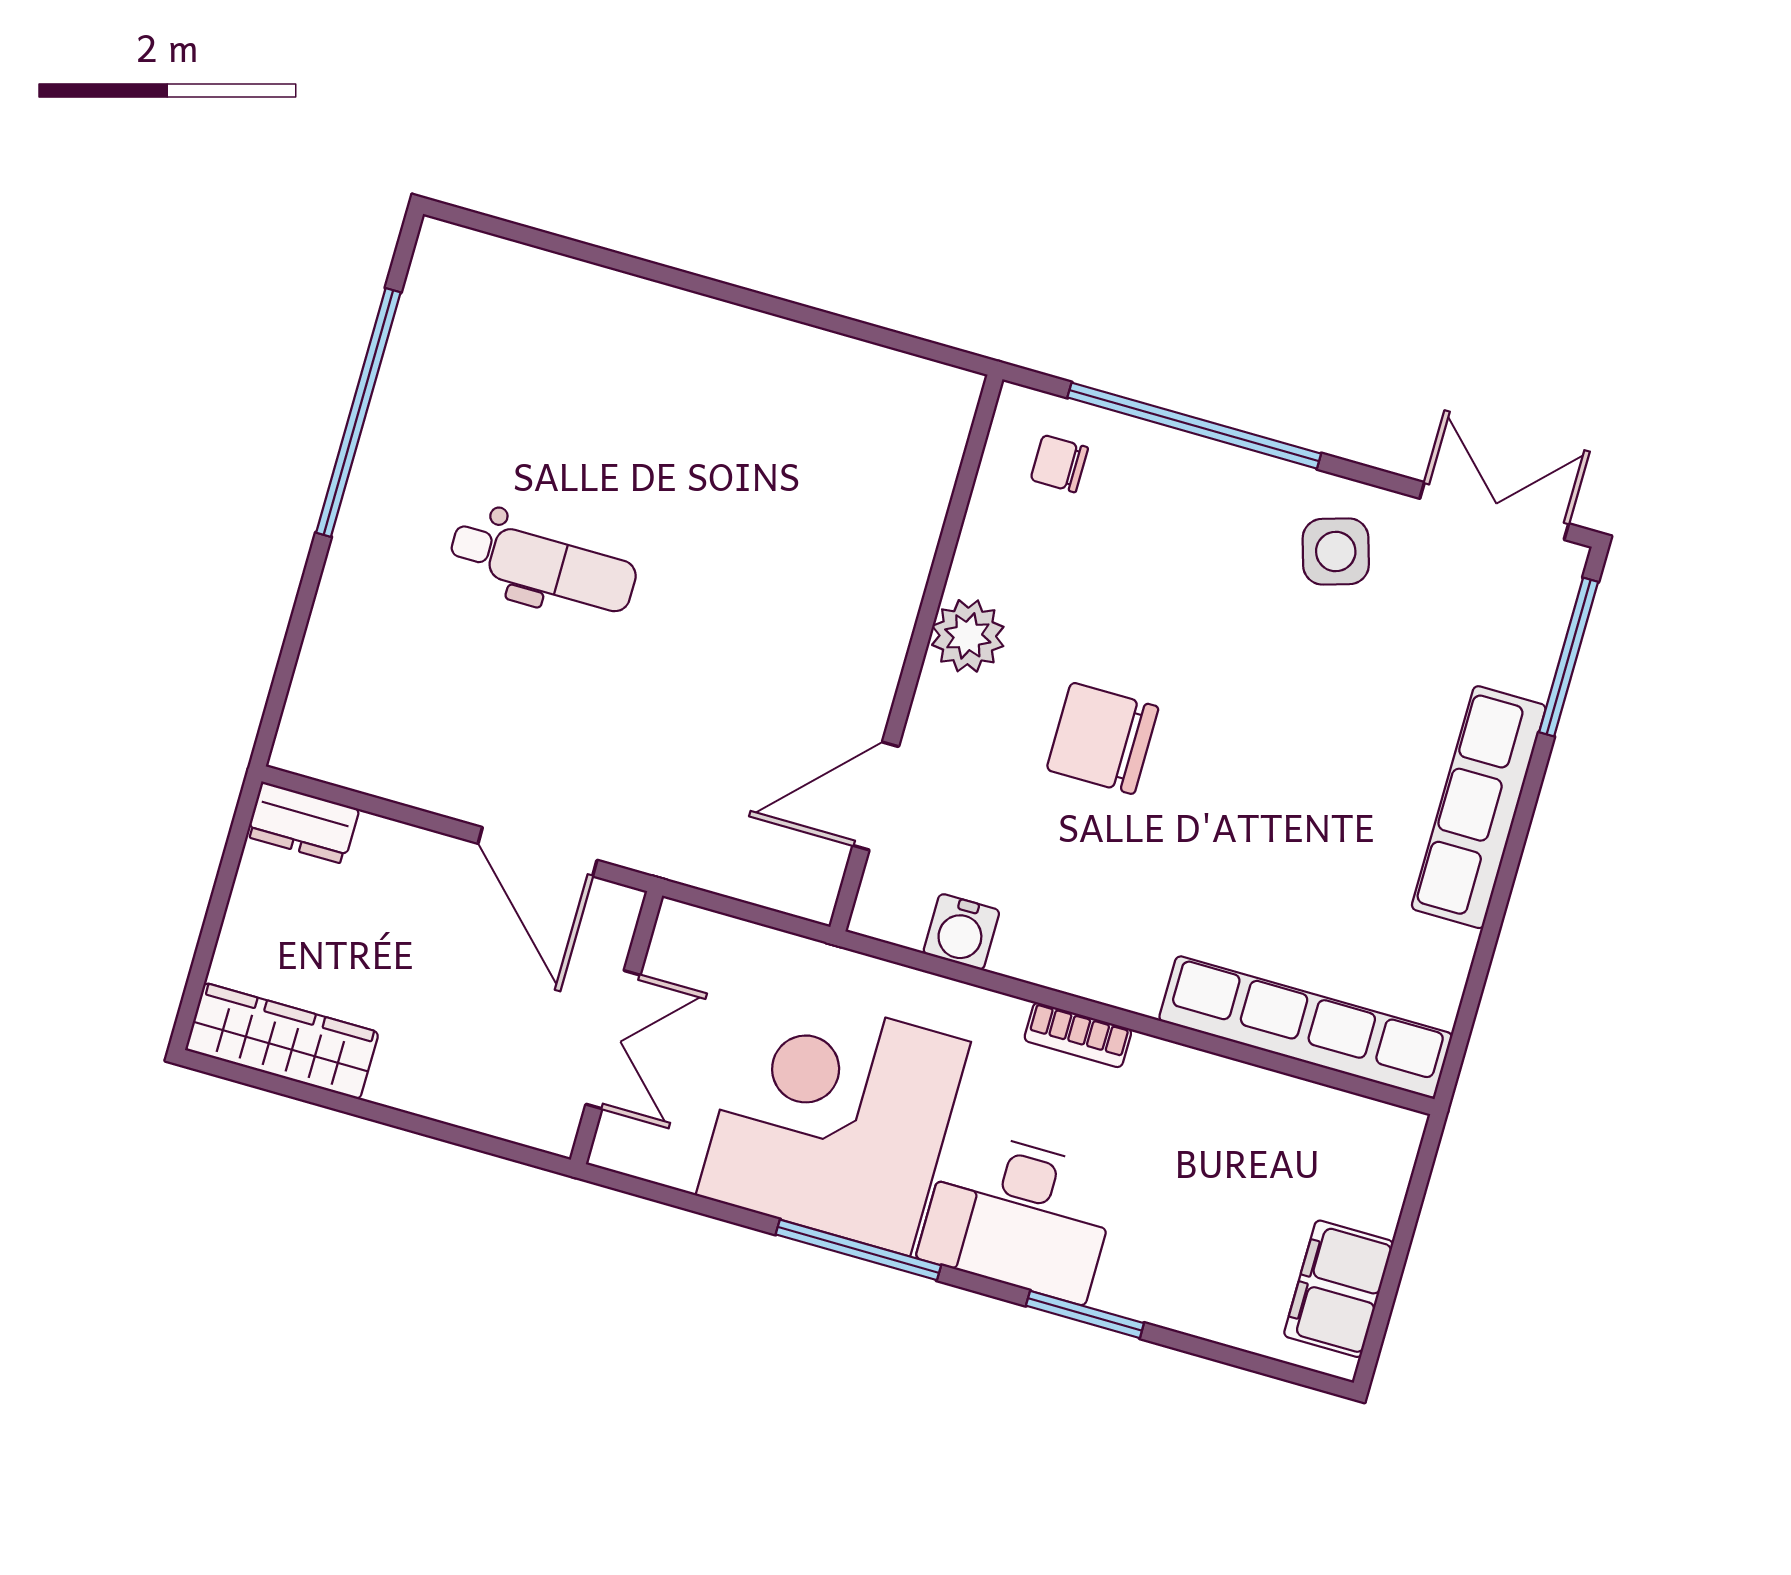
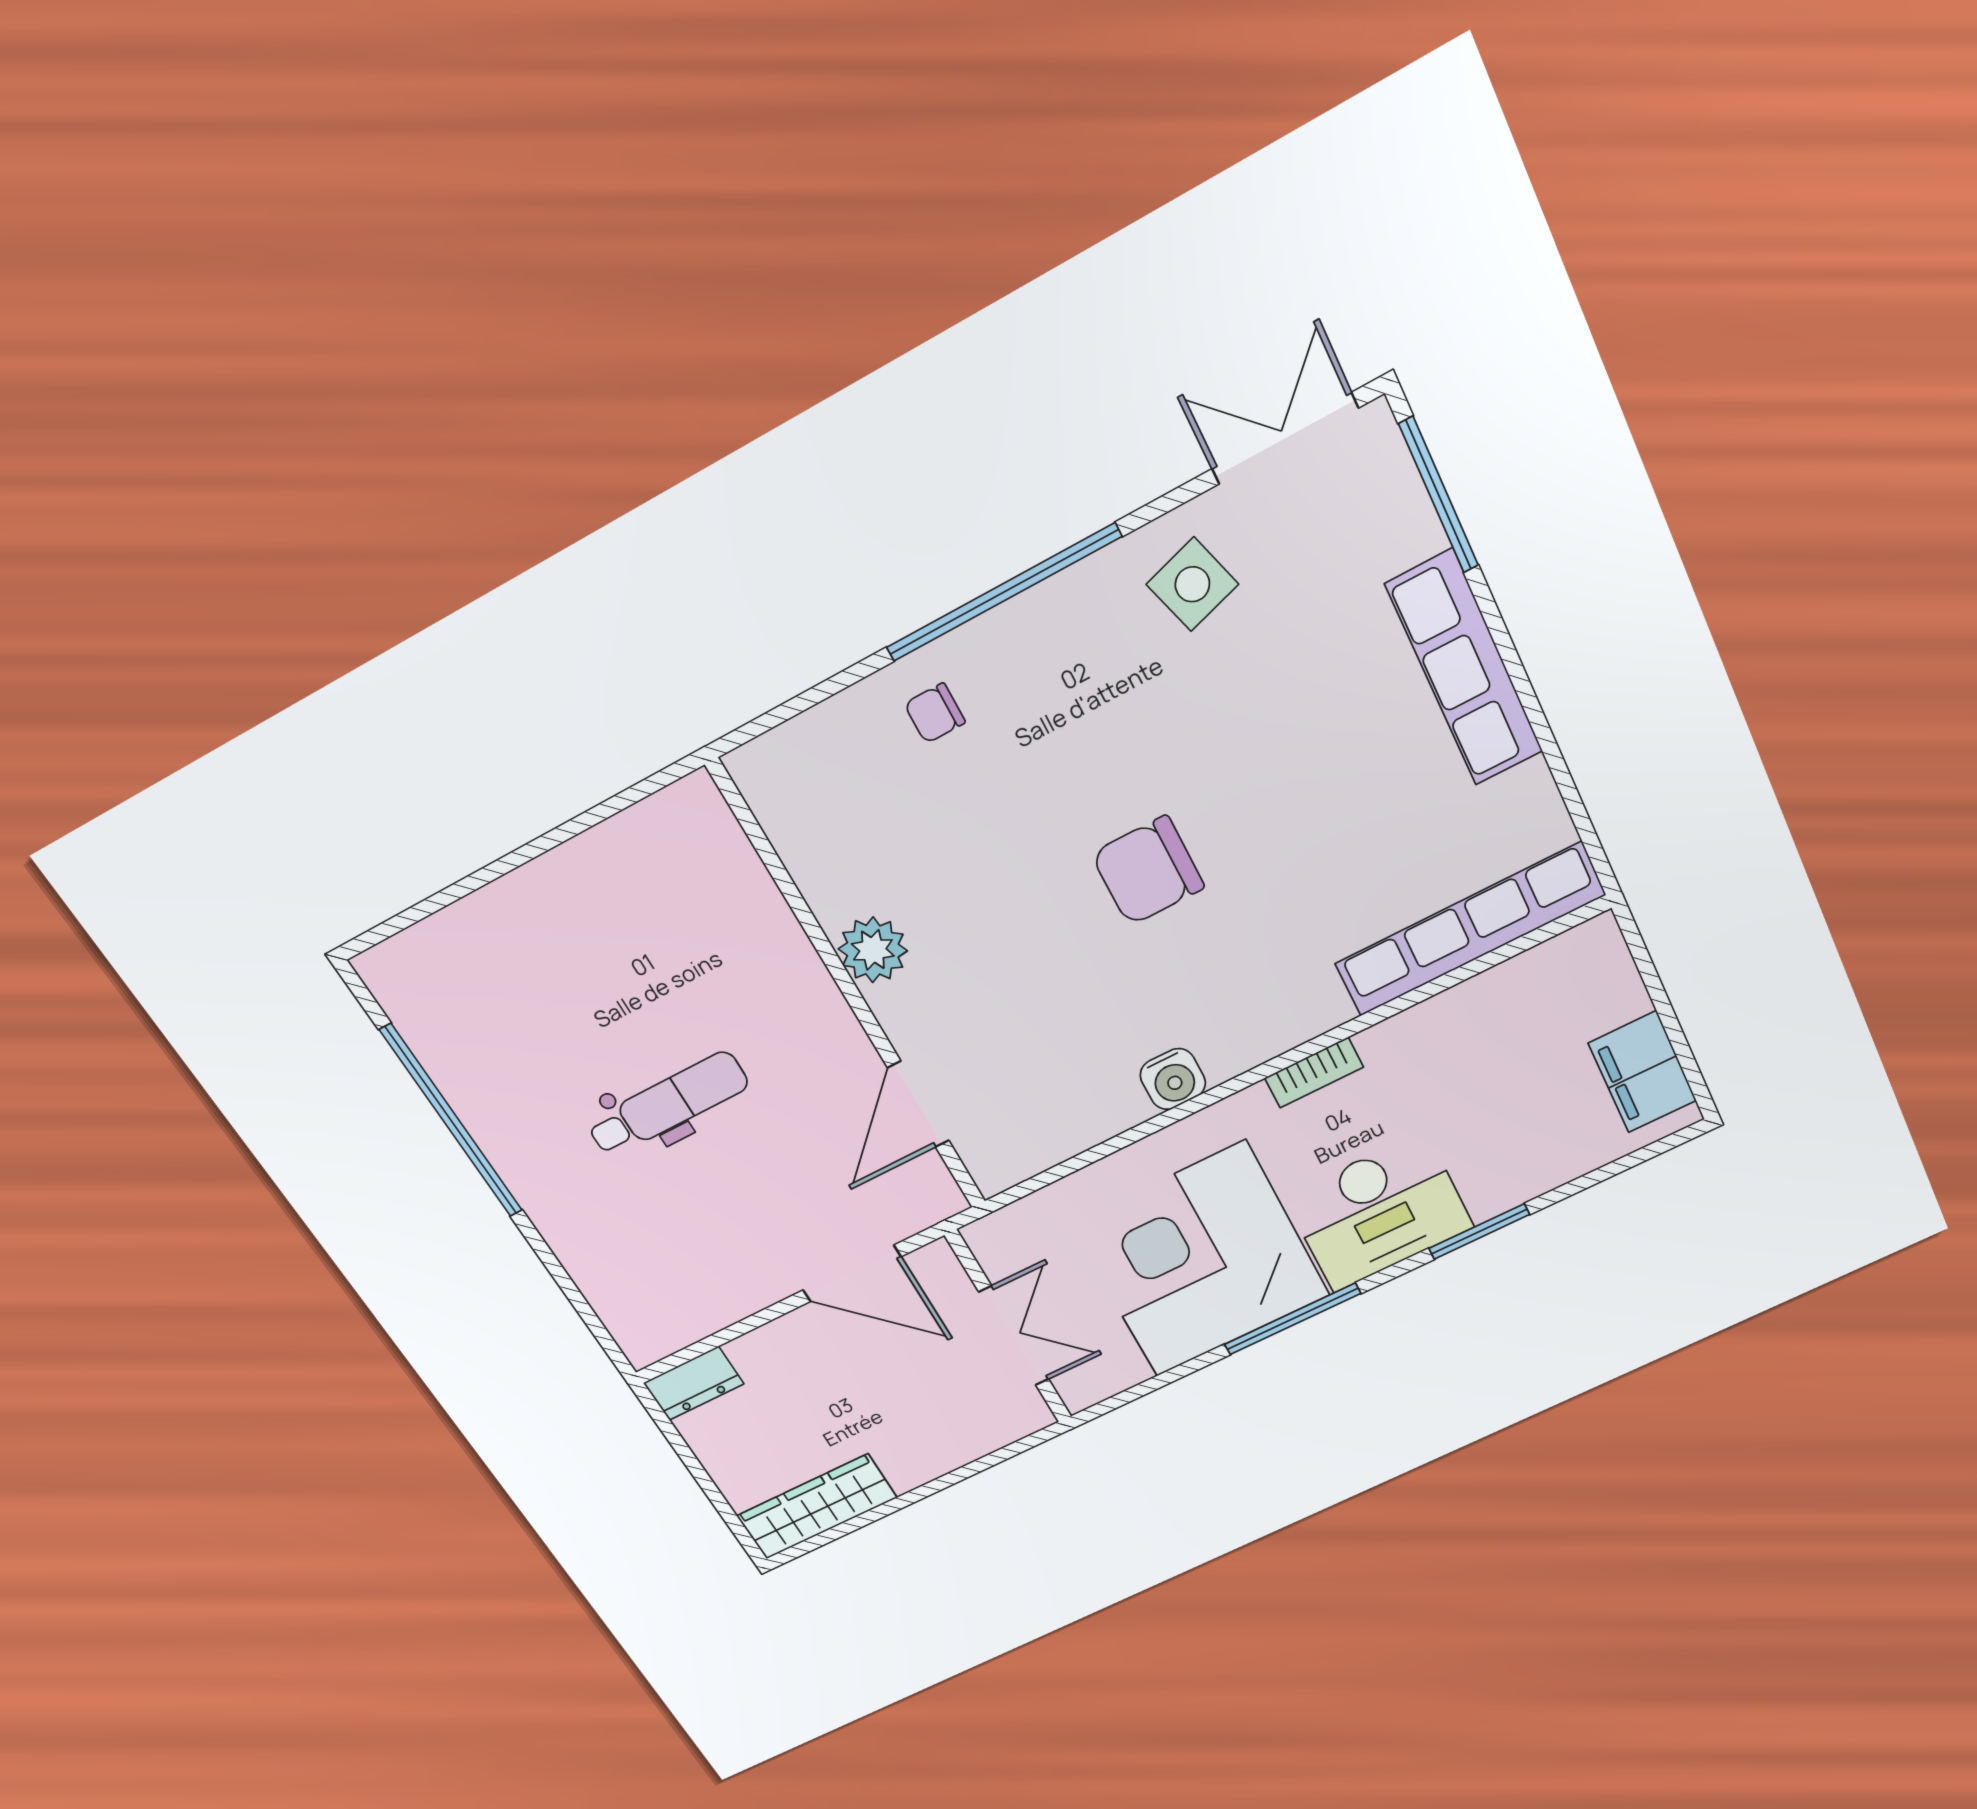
plant: (968, 636) -> (873, 950), moved
wall: (916, 653) -> (851, 992), moved
door: (876, 796) -> (918, 1104), moved

